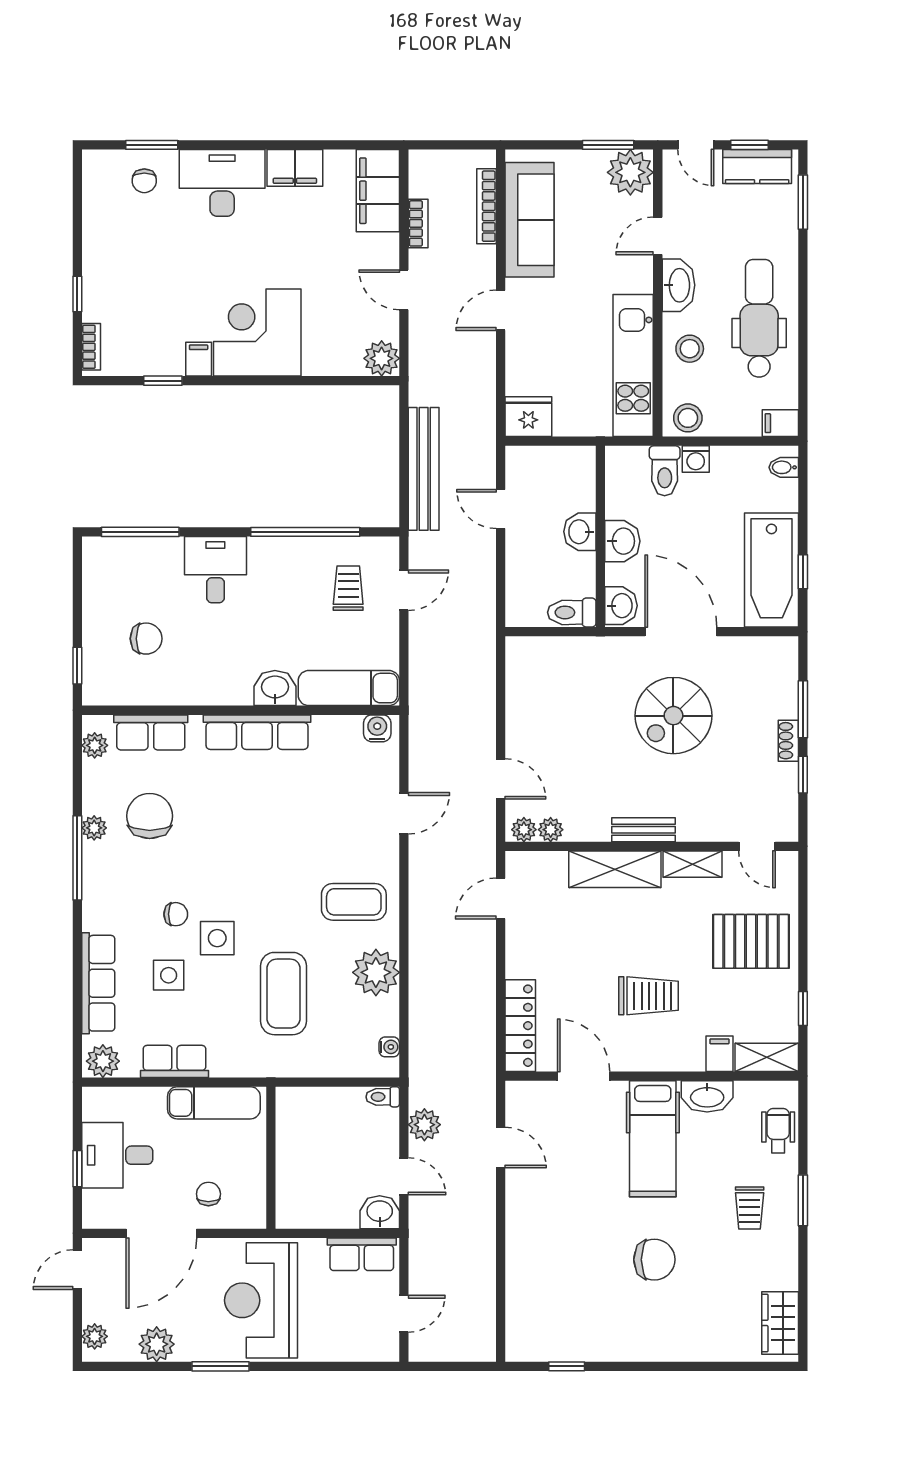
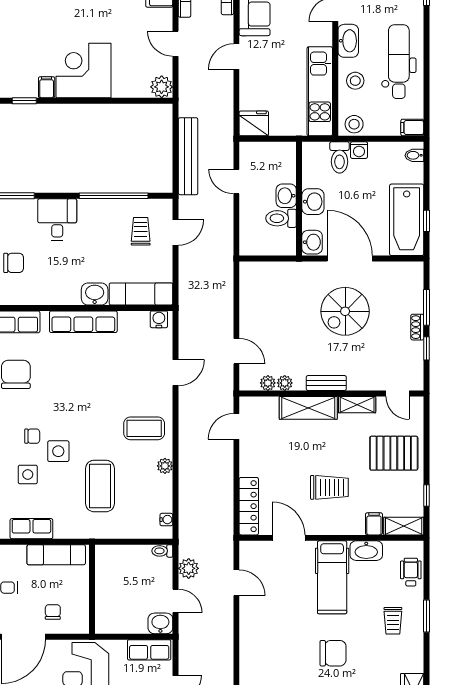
toilet: (572, 612) -> (281, 218), moved
plant: (524, 830) -> (285, 383), moved
plant: (376, 972) -> (165, 466), width x0.53, depth x0.53

